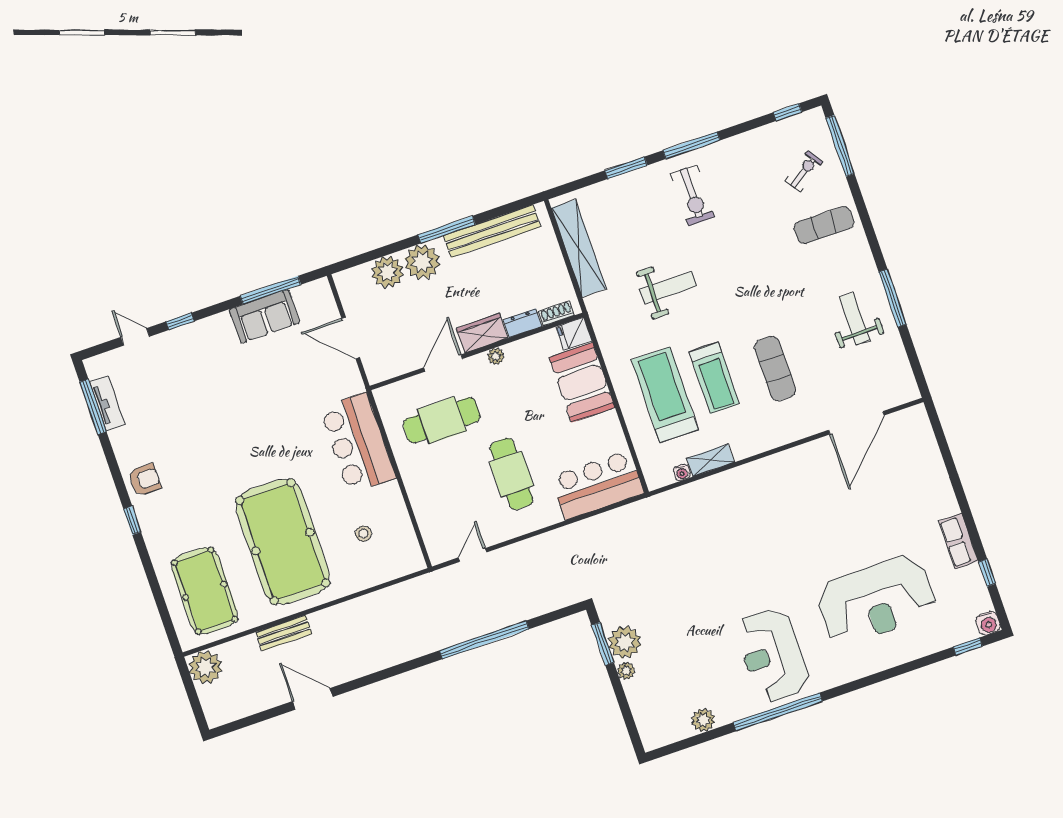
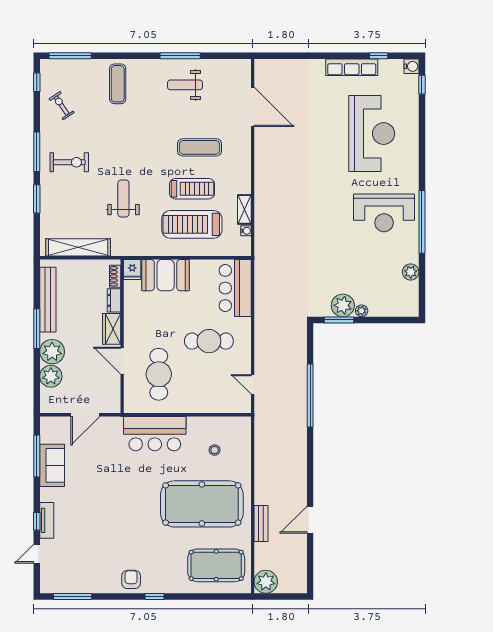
exercise bike: (804, 171) -> (62, 106), moved
plant: (496, 356) -> (129, 325), removed
tv unit: (107, 403) -> (47, 520), moved, turned 90
row of seats: (958, 541) -> (352, 67), width x1.48

